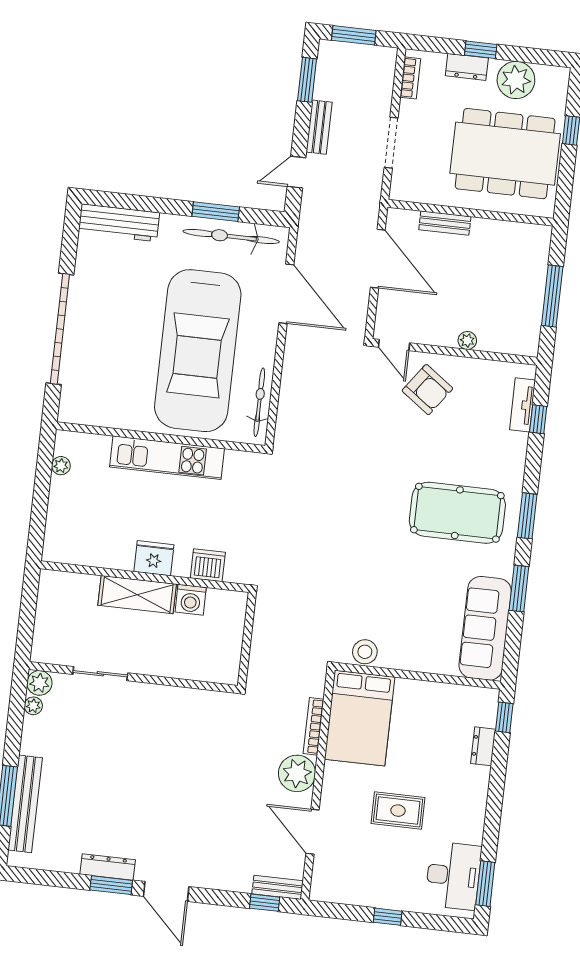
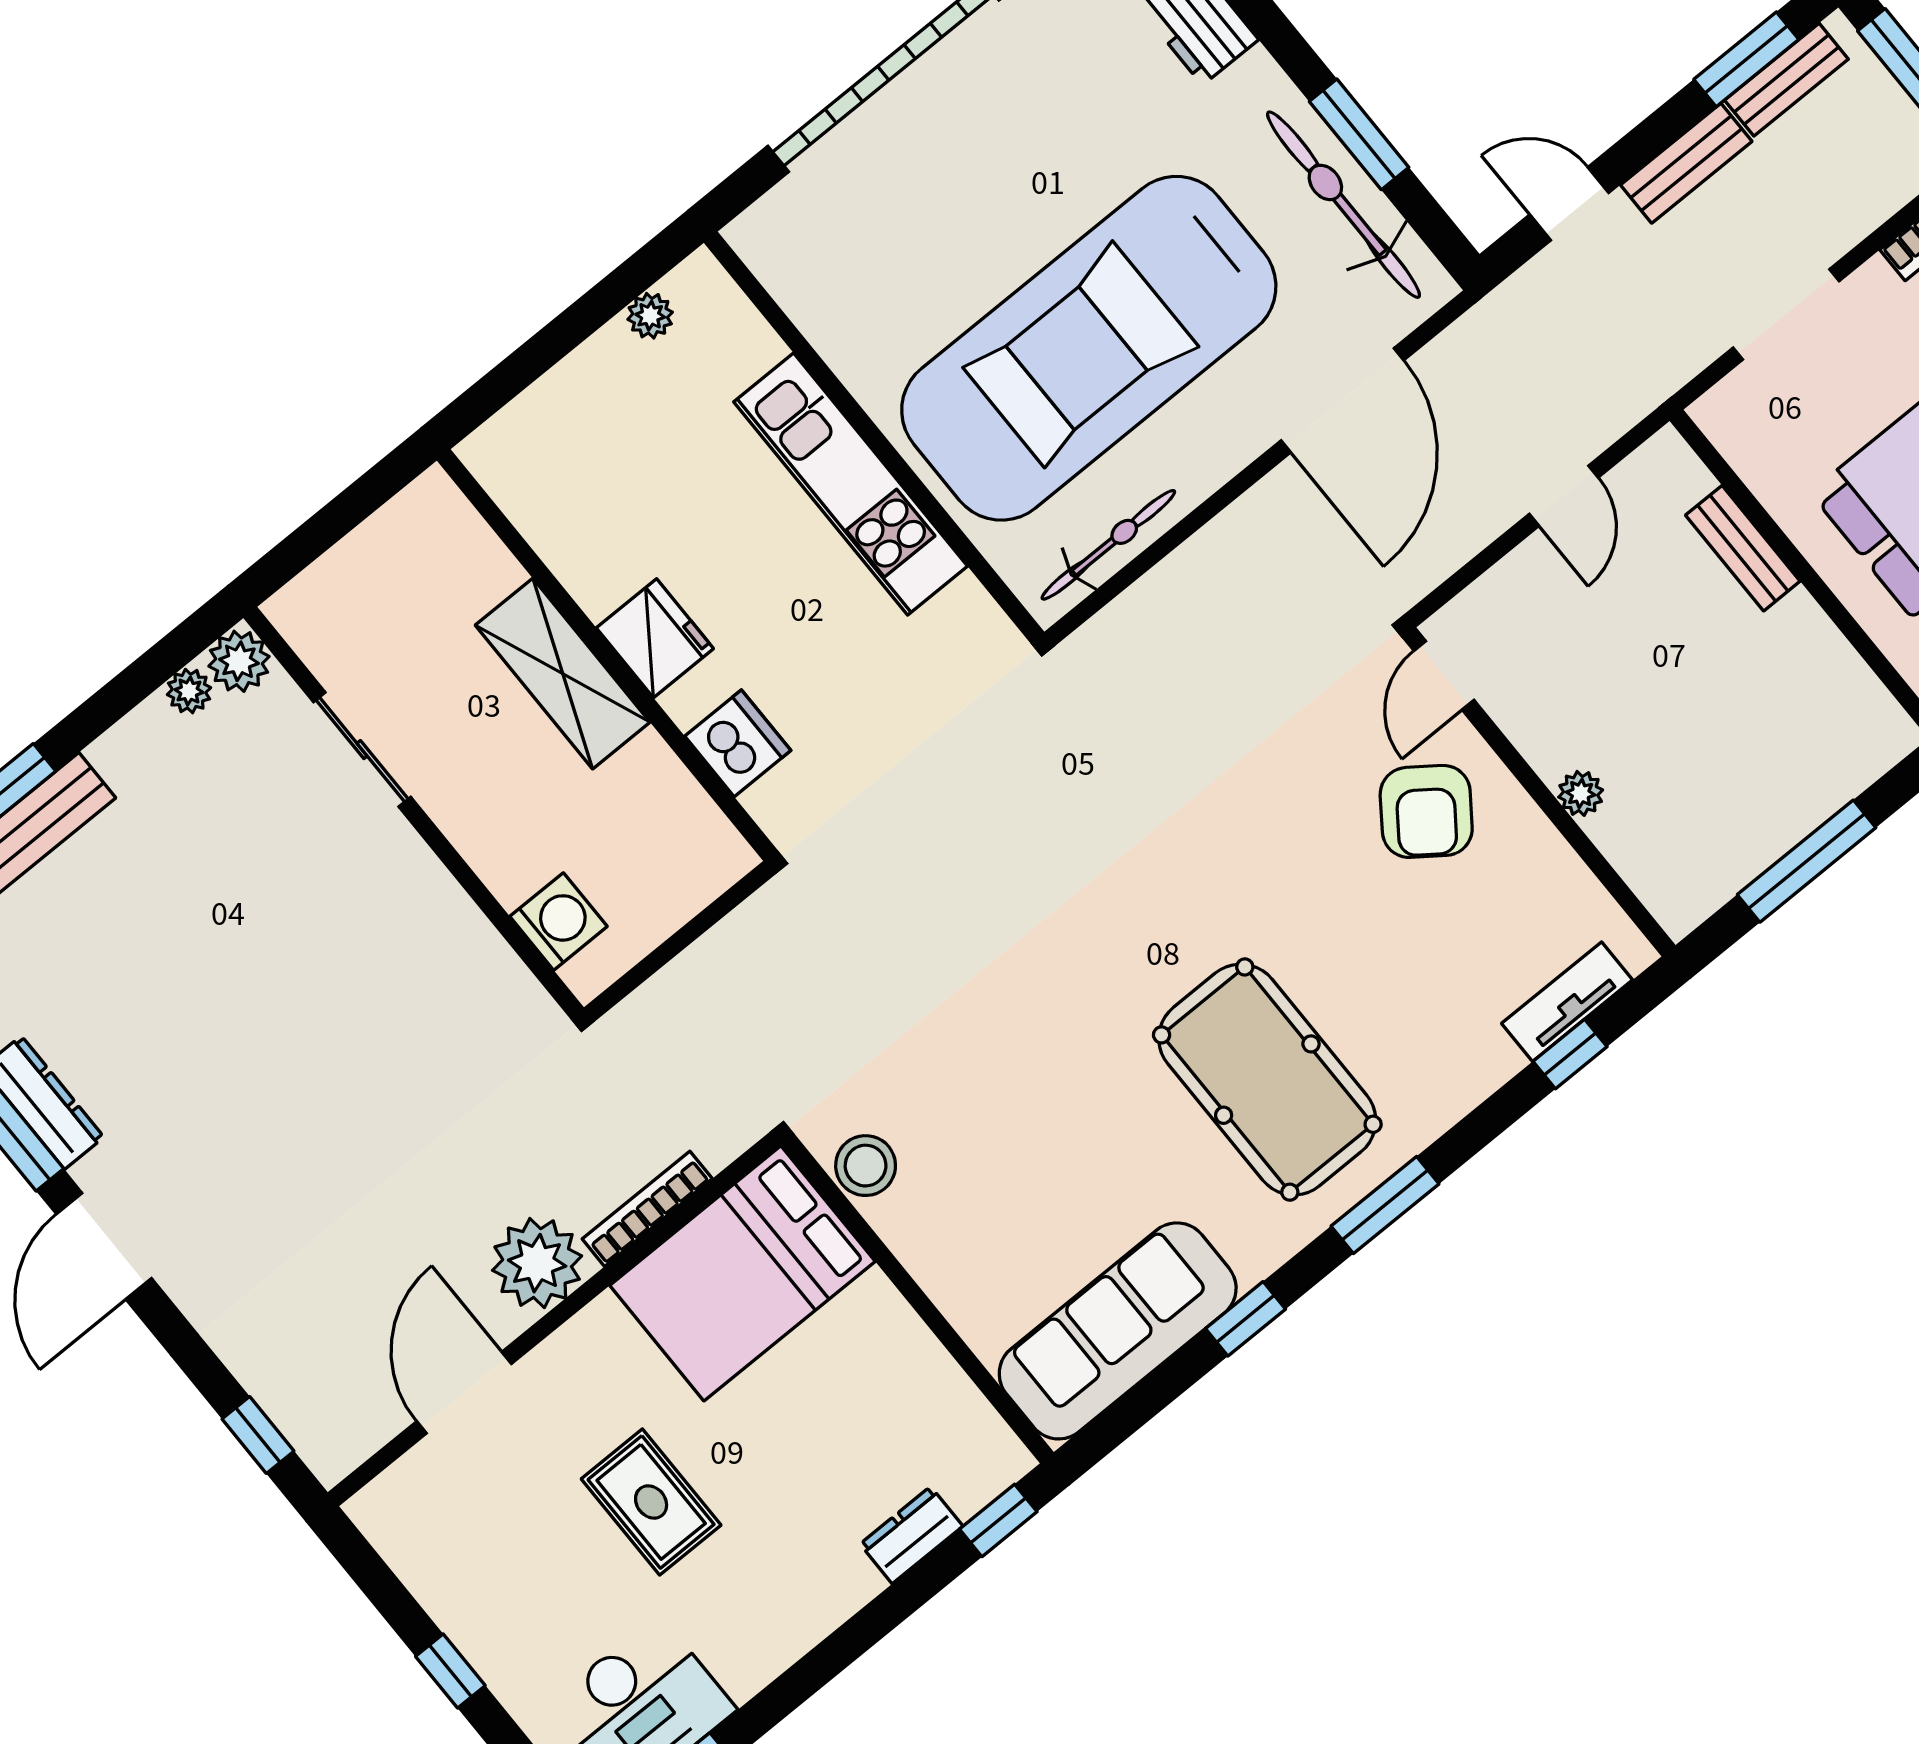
door: (378, 259) -> (1564, 496), width x0.53
window: (519, 589) -> (1245, 1319), width x0.67
washing machine: (191, 600) -> (559, 921), moved, turned 180
bench: (278, 887) -> (1786, 80), moved, turned 90

